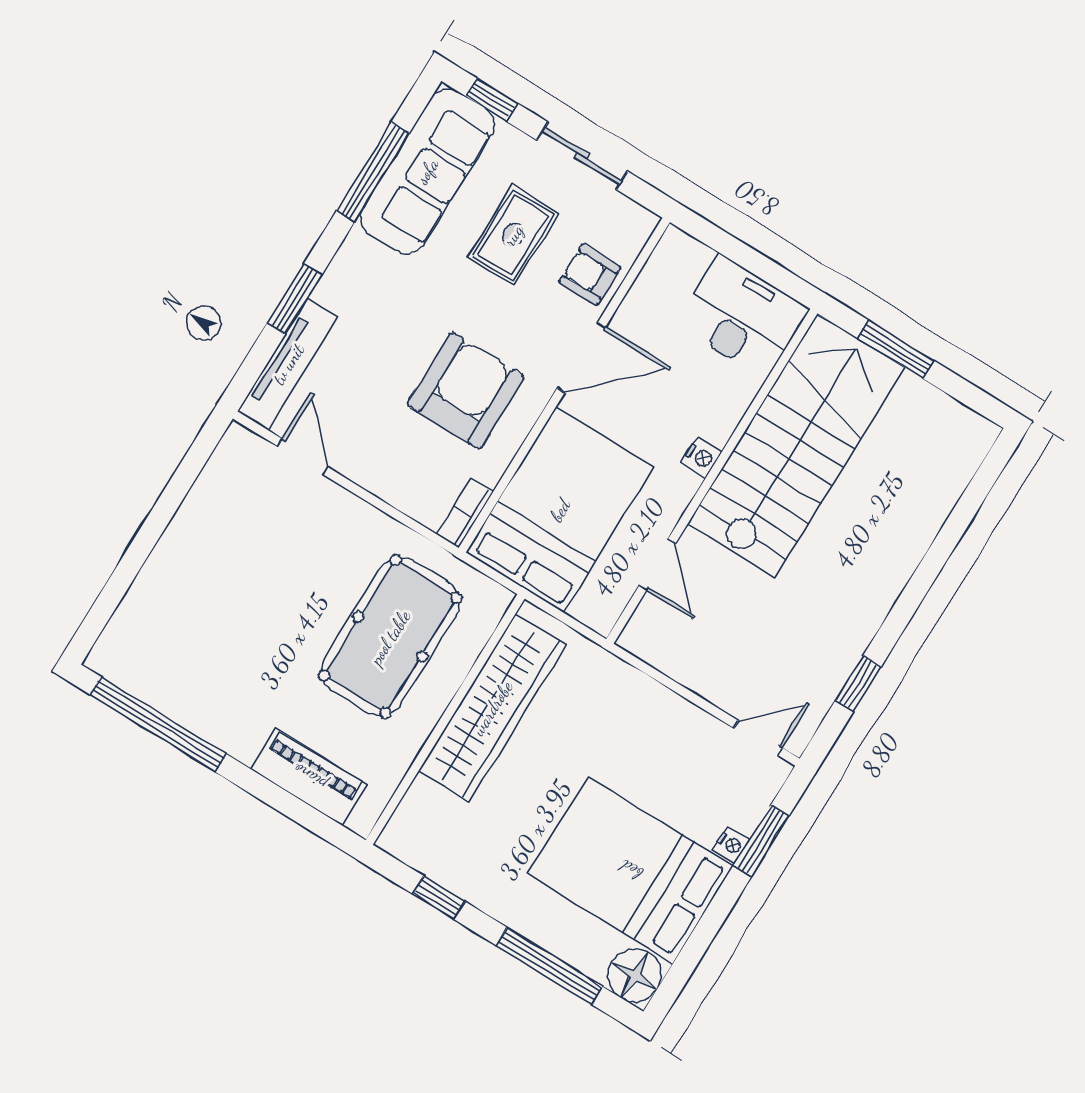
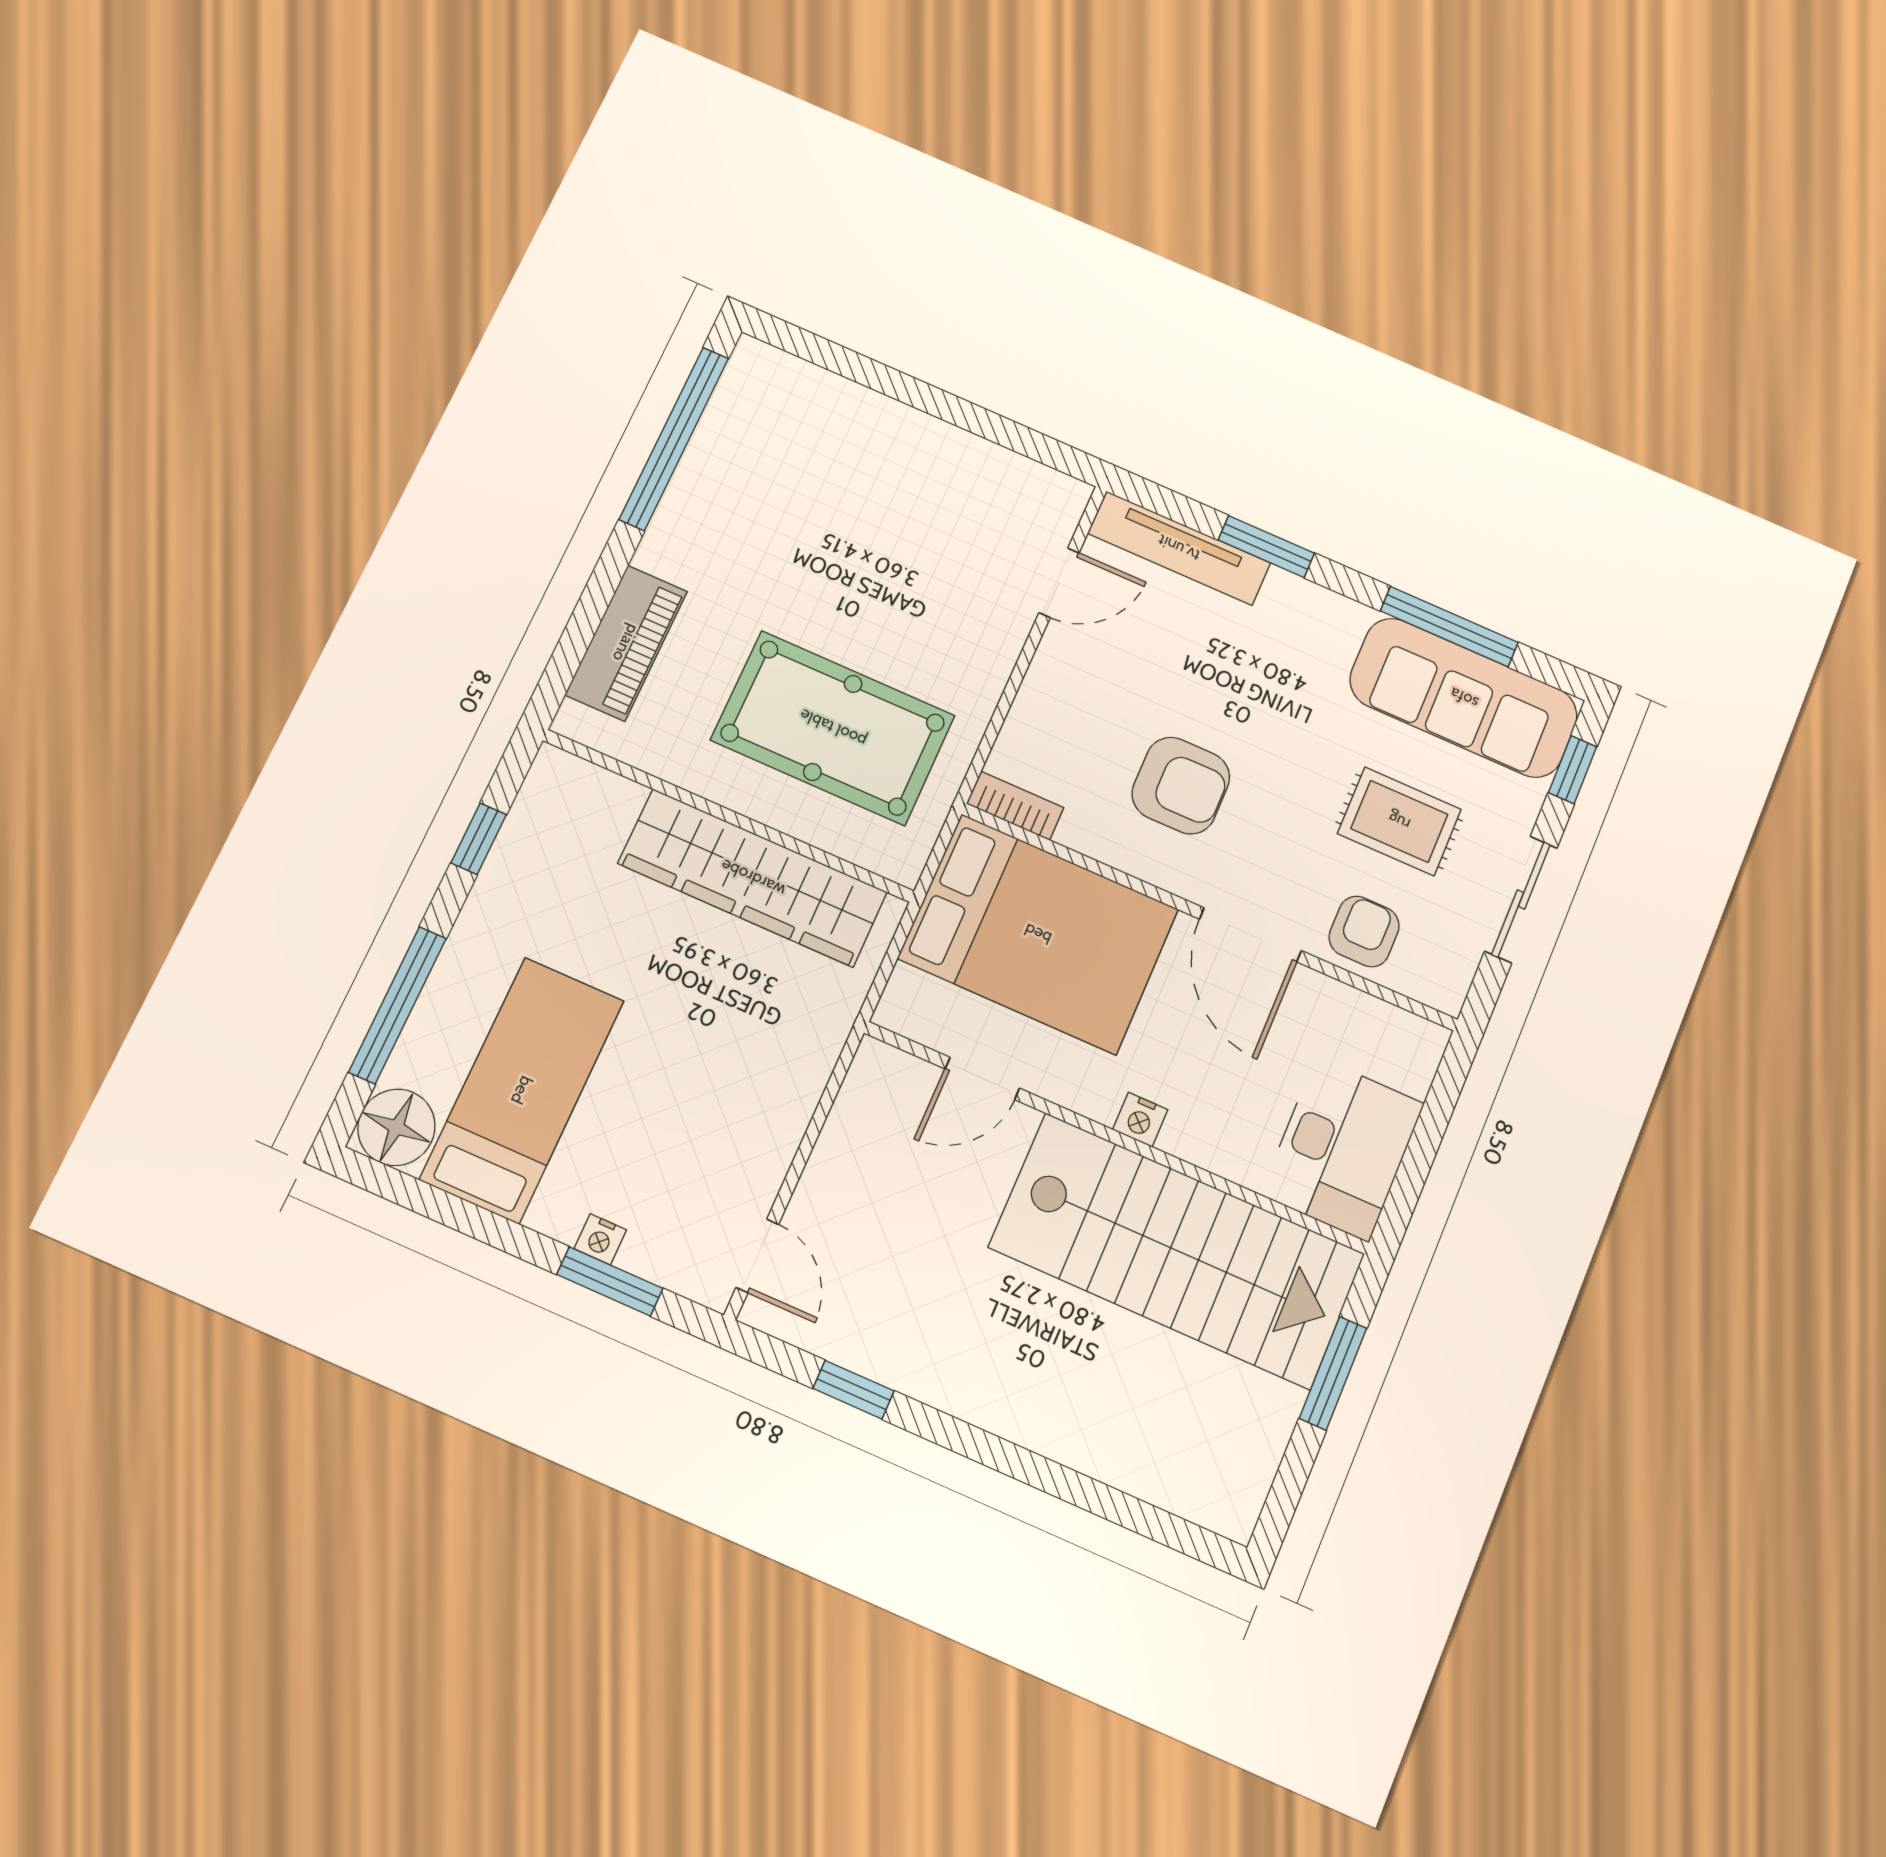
armchair: (466, 391) -> (1181, 786), width x0.73, depth x0.73
bed: (631, 870) -> (522, 1090), width x0.67

